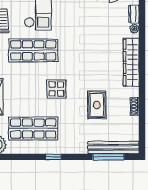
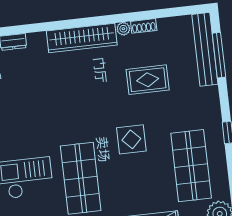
plant: (134, 29) -> (123, 29), moved

